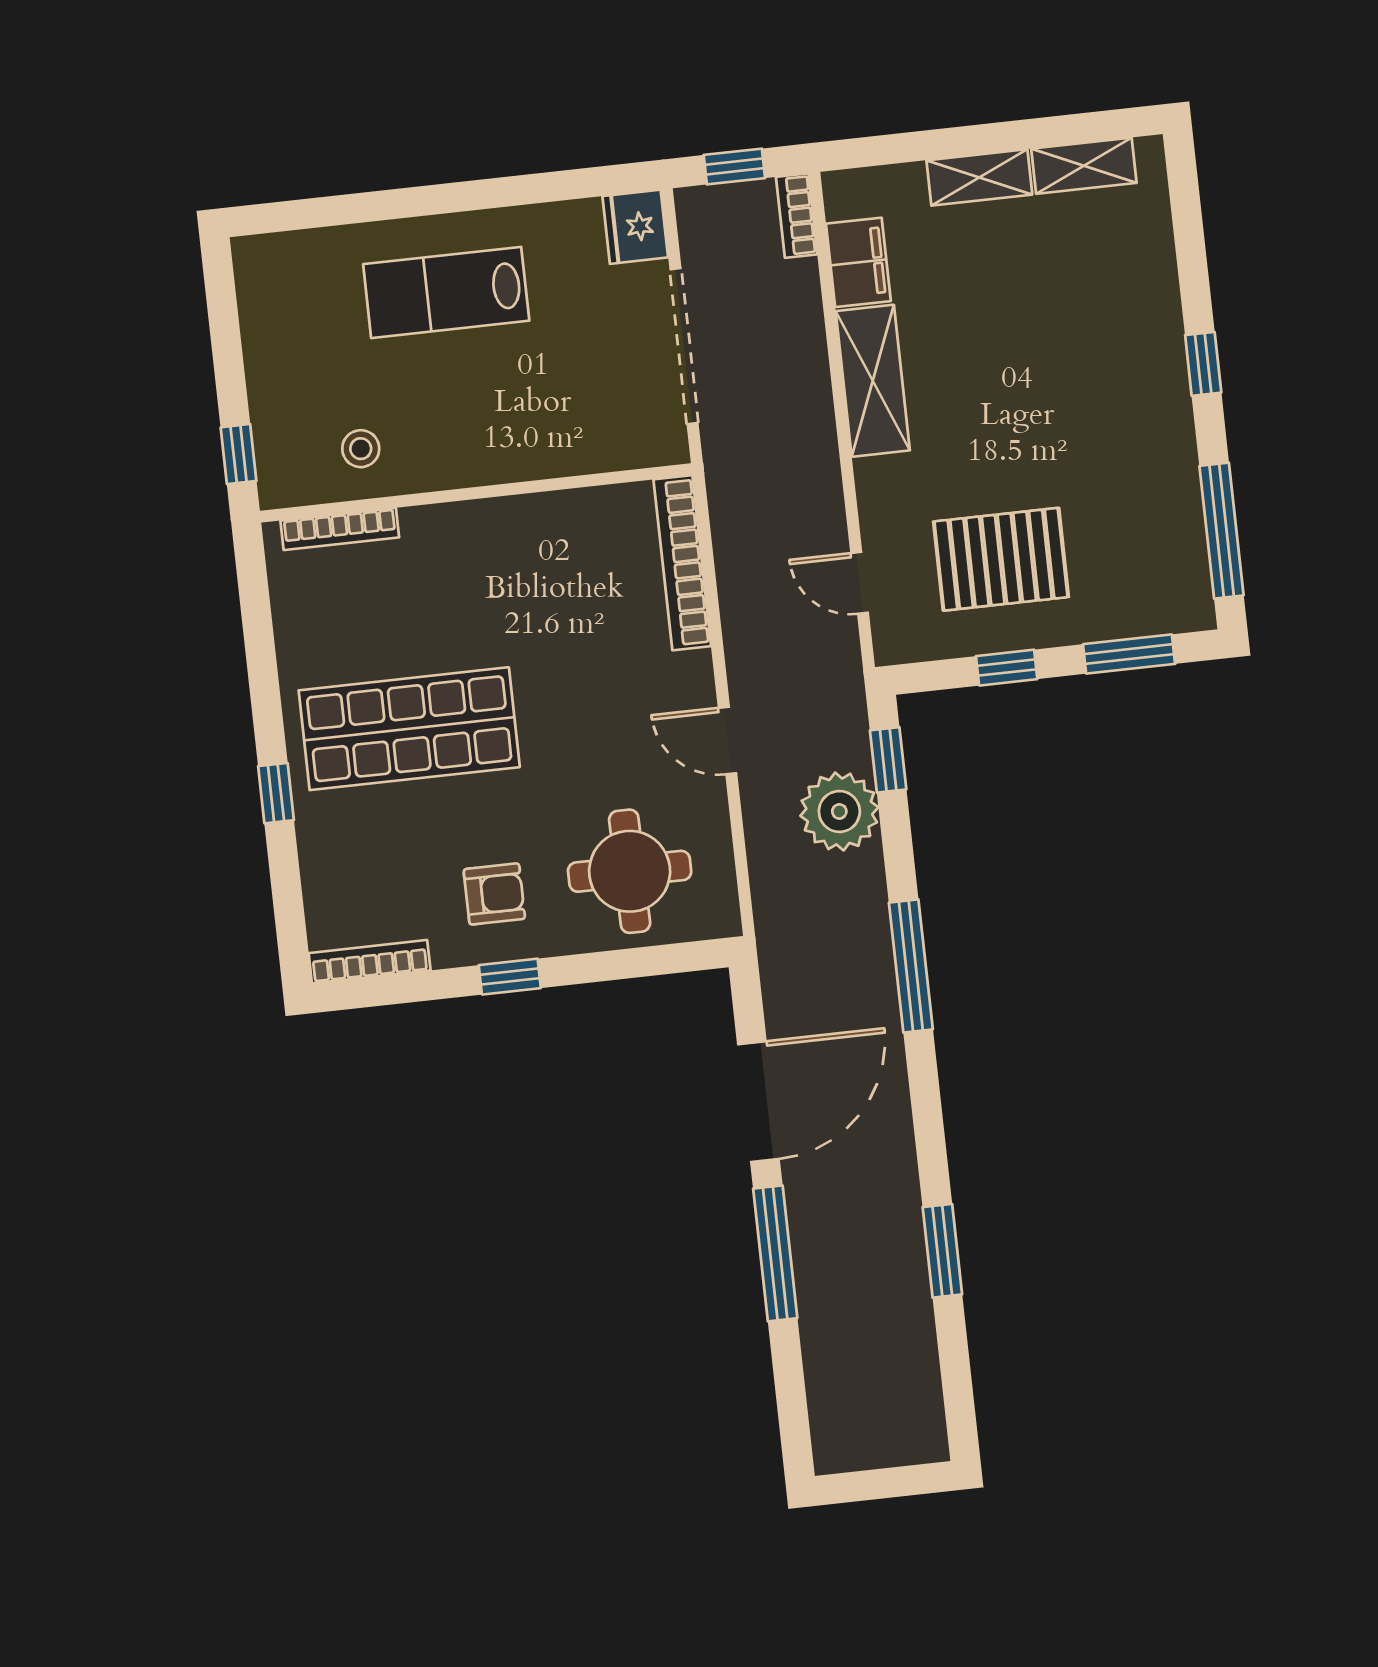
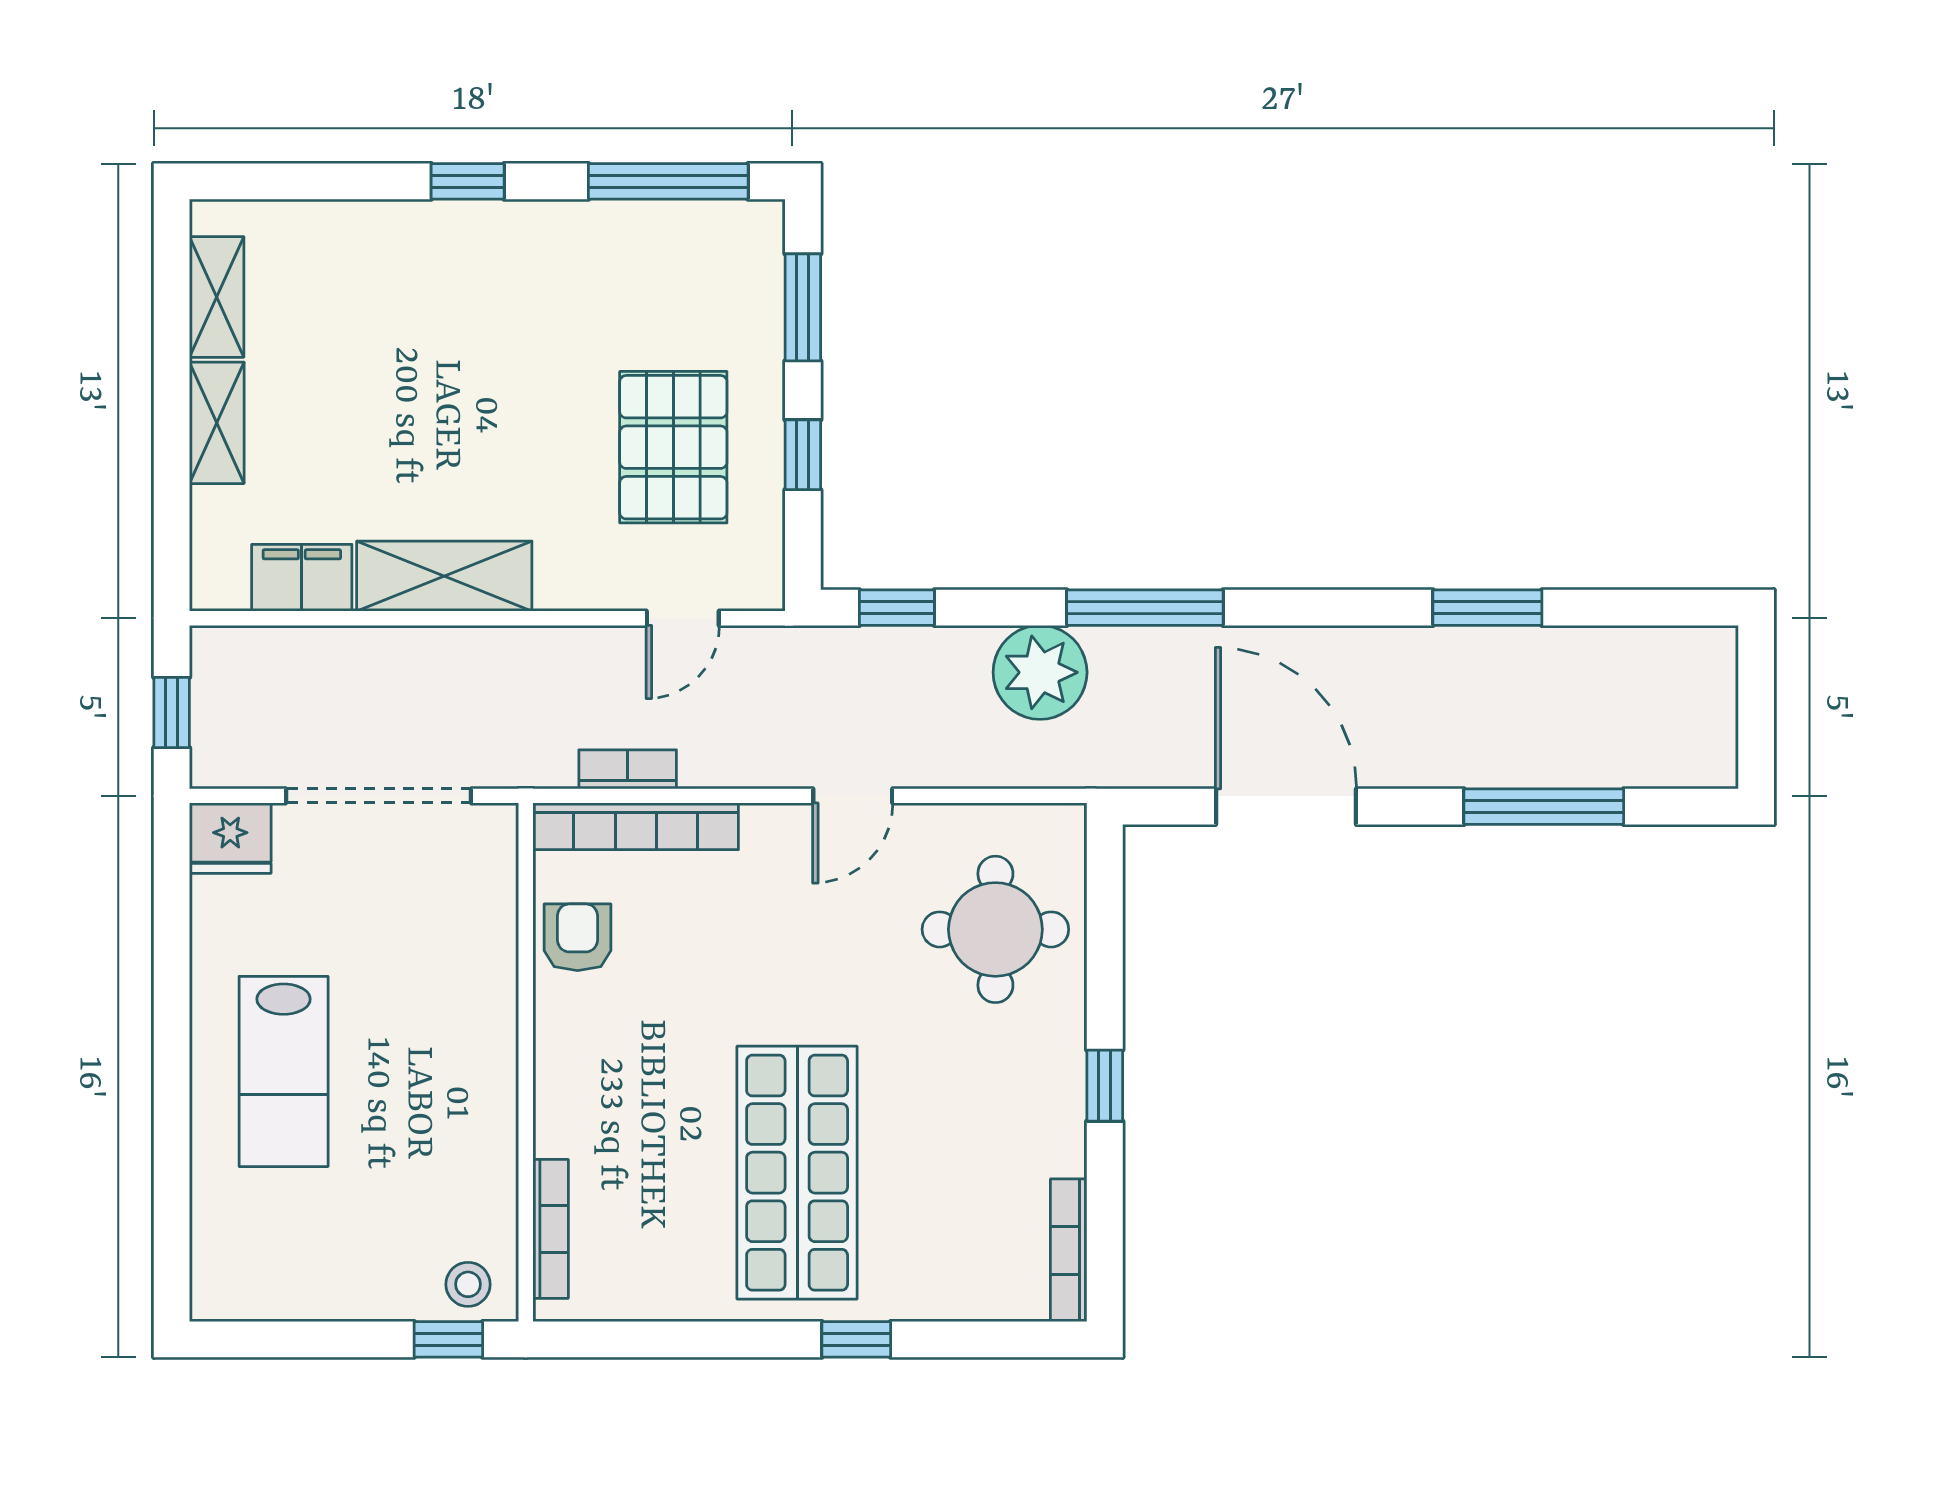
bookcase: (797, 216) -> (628, 769), moved, turned 180
stool: (361, 449) -> (468, 1284), moved
plant: (839, 811) -> (1040, 672), moved
armchair: (494, 894) -> (578, 937), moved
window: (775, 1253) -> (1544, 807), moved

